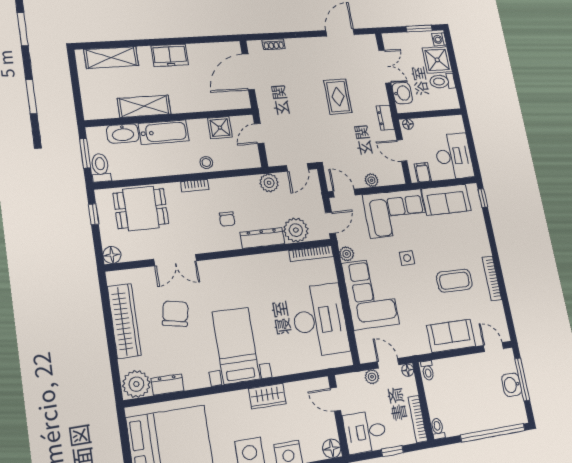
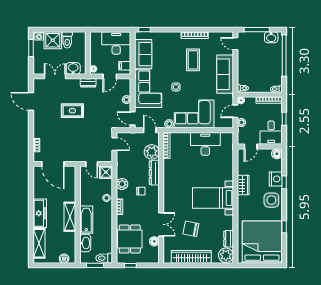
freezer: (170, 55) -> (40, 213), width x1.40
boiler: (90, 100) -> (64, 259), added
shelving: (144, 106) -> (70, 217), moved
shower: (220, 128) -> (106, 172), moved
plant: (269, 183) -> (122, 184), moved
door: (344, 193) -> (133, 118), hinge flipped
floor lamp: (112, 255) -> (154, 241), moved
desk: (320, 320) -> (205, 144), width x0.73, depth x0.77
sofa: (451, 336) -> (225, 74), width x1.36
door: (494, 347) -> (235, 44), hinge flipped
washbasin: (512, 385) -> (271, 37), moved

